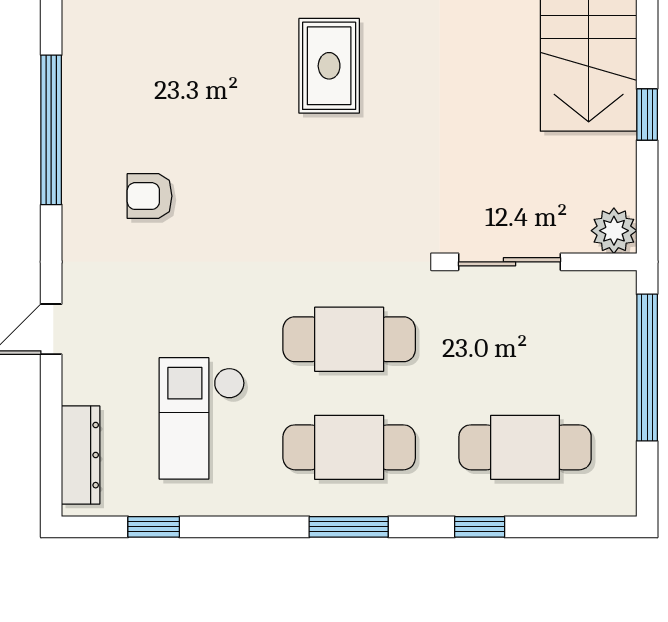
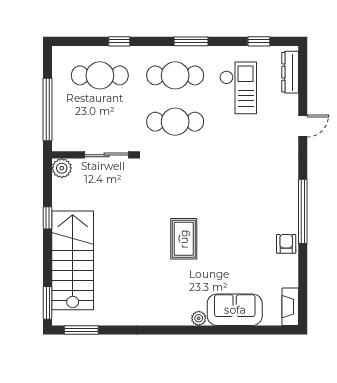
armchair: (150, 196) -> (286, 244), moved, turned -90
window: (349, 527) -> (191, 41), moved

